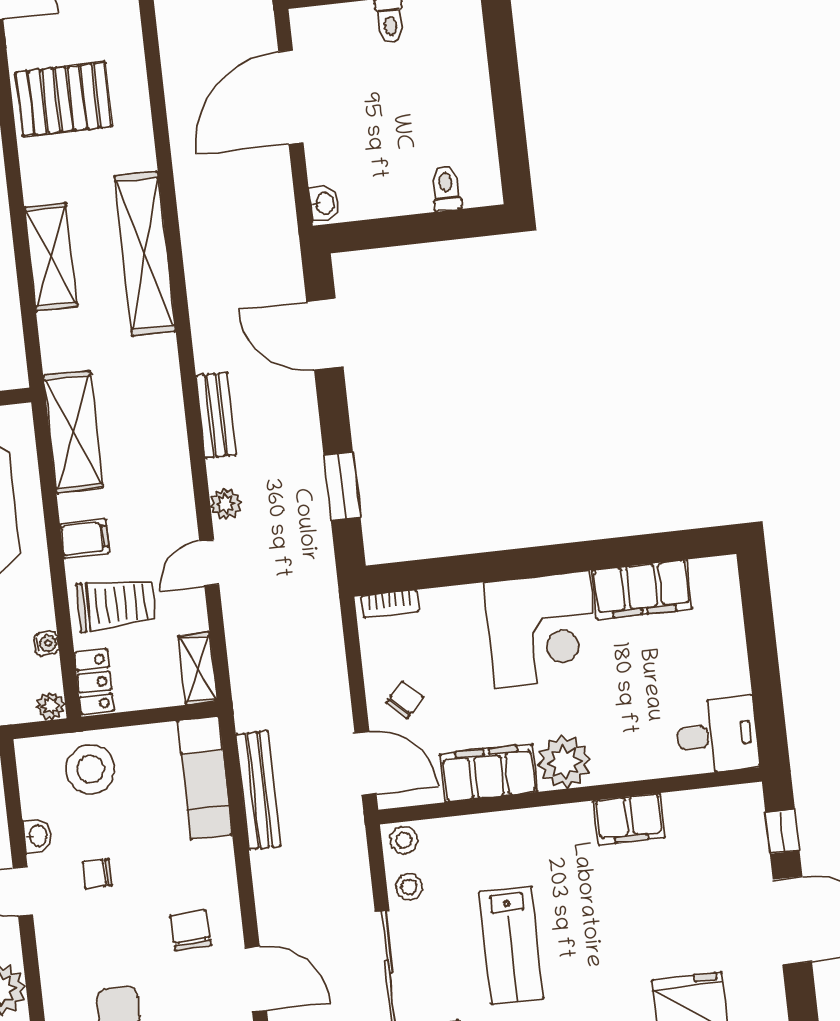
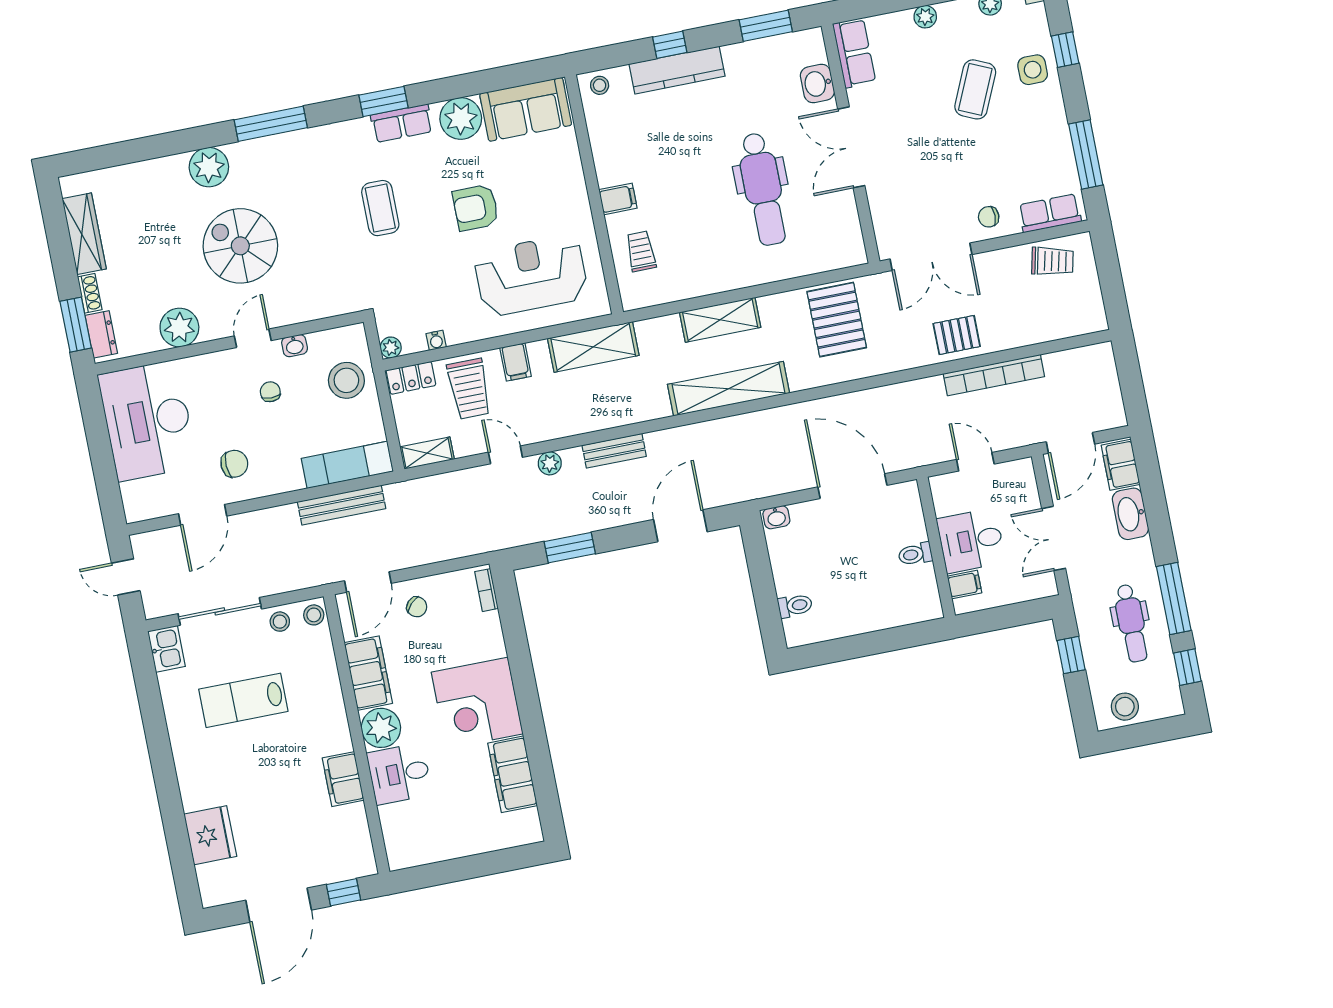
desk: (717, 735) -> (399, 774), moved, turned 90

